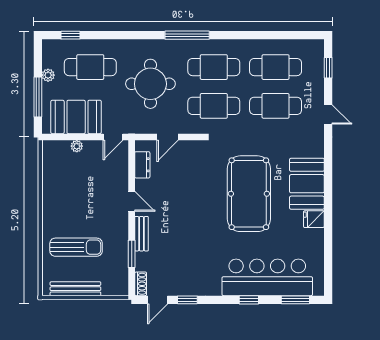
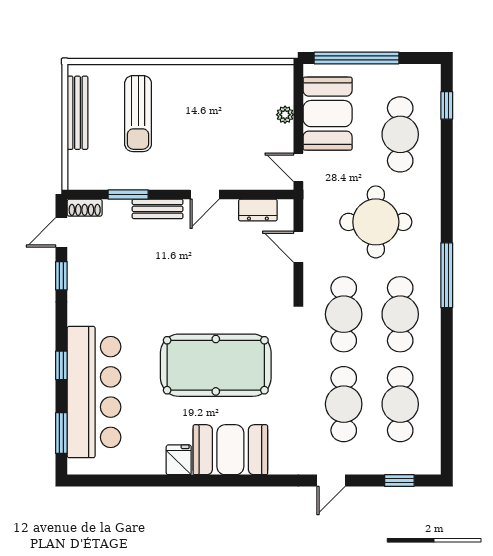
plant: (48, 75) -> (388, 73), removed
window: (38, 97) -> (357, 58), width x1.46
door: (158, 300) -> (61, 232), hinge flipped

